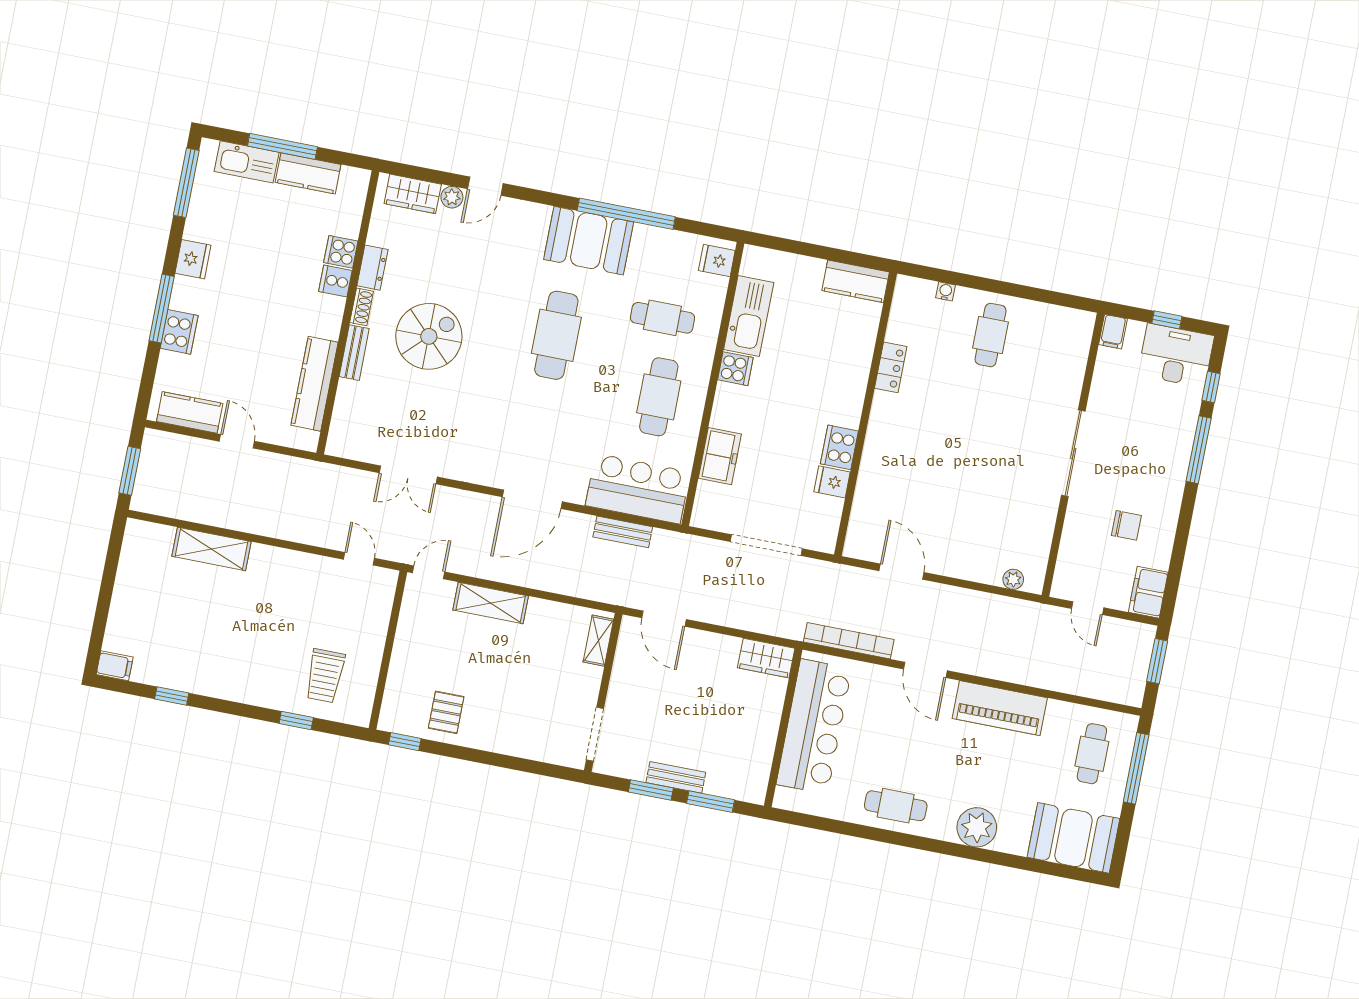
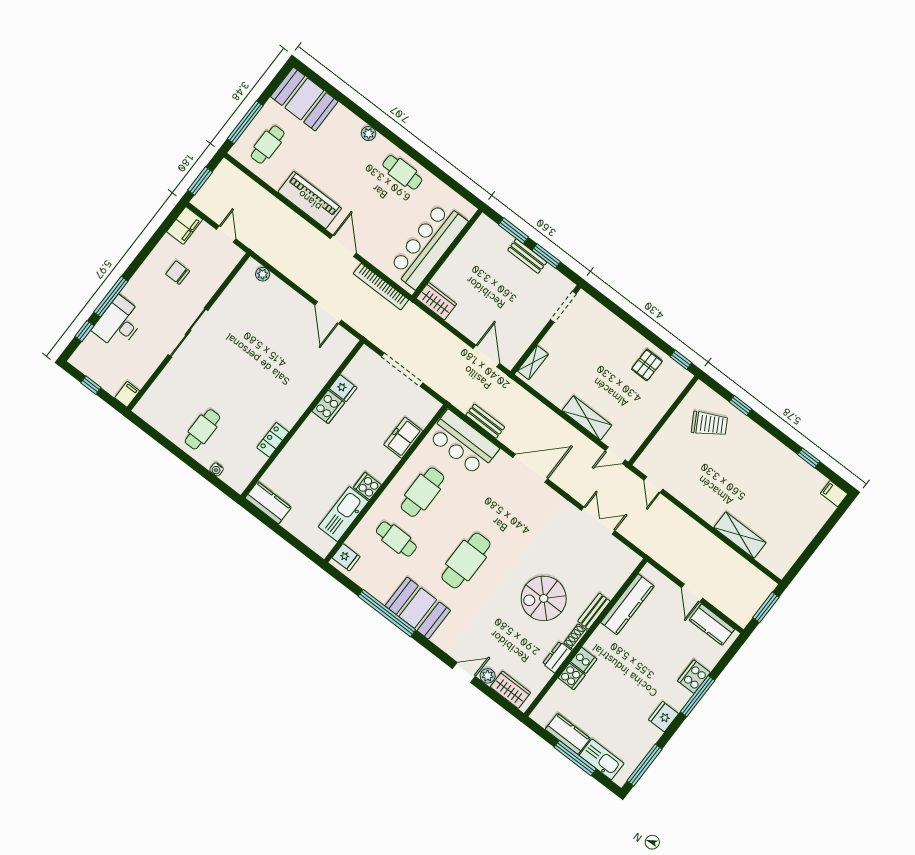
desk: (1176, 355) -> (119, 323), moved, turned 90
trolley: (325, 676) -> (709, 424), turned 60
plant: (977, 827) -> (369, 134), width x0.53, depth x0.53

